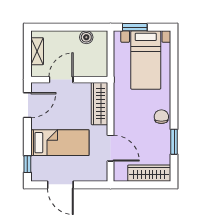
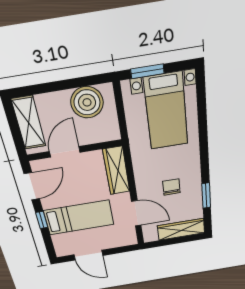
boiler: (86, 37) -> (87, 102), width x1.86, depth x1.86
shelving: (37, 51) -> (29, 123), width x1.50, depth x1.33
chair: (161, 117) -> (171, 187), moved
window: (27, 164) -> (42, 220), moved

